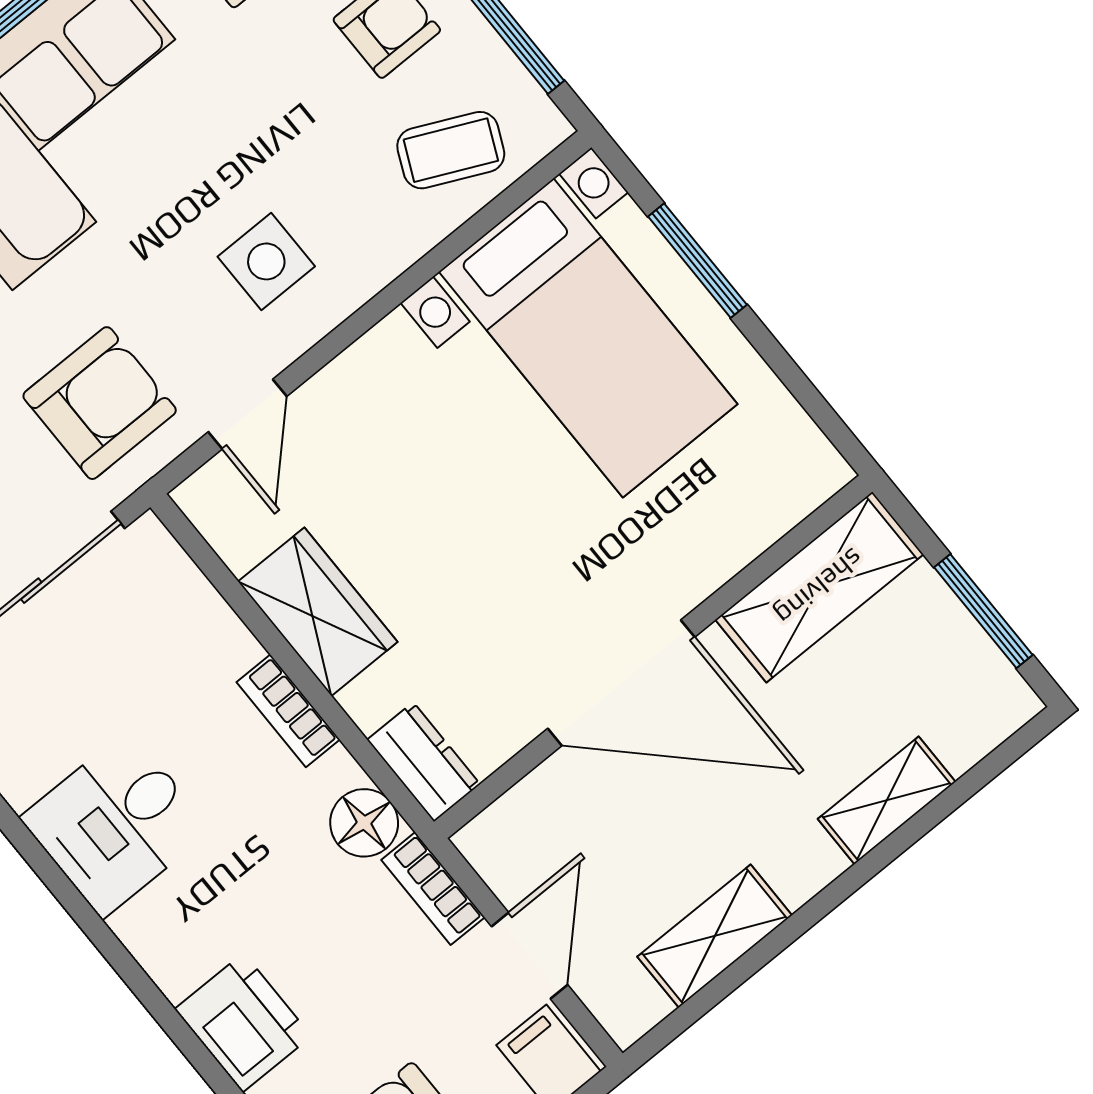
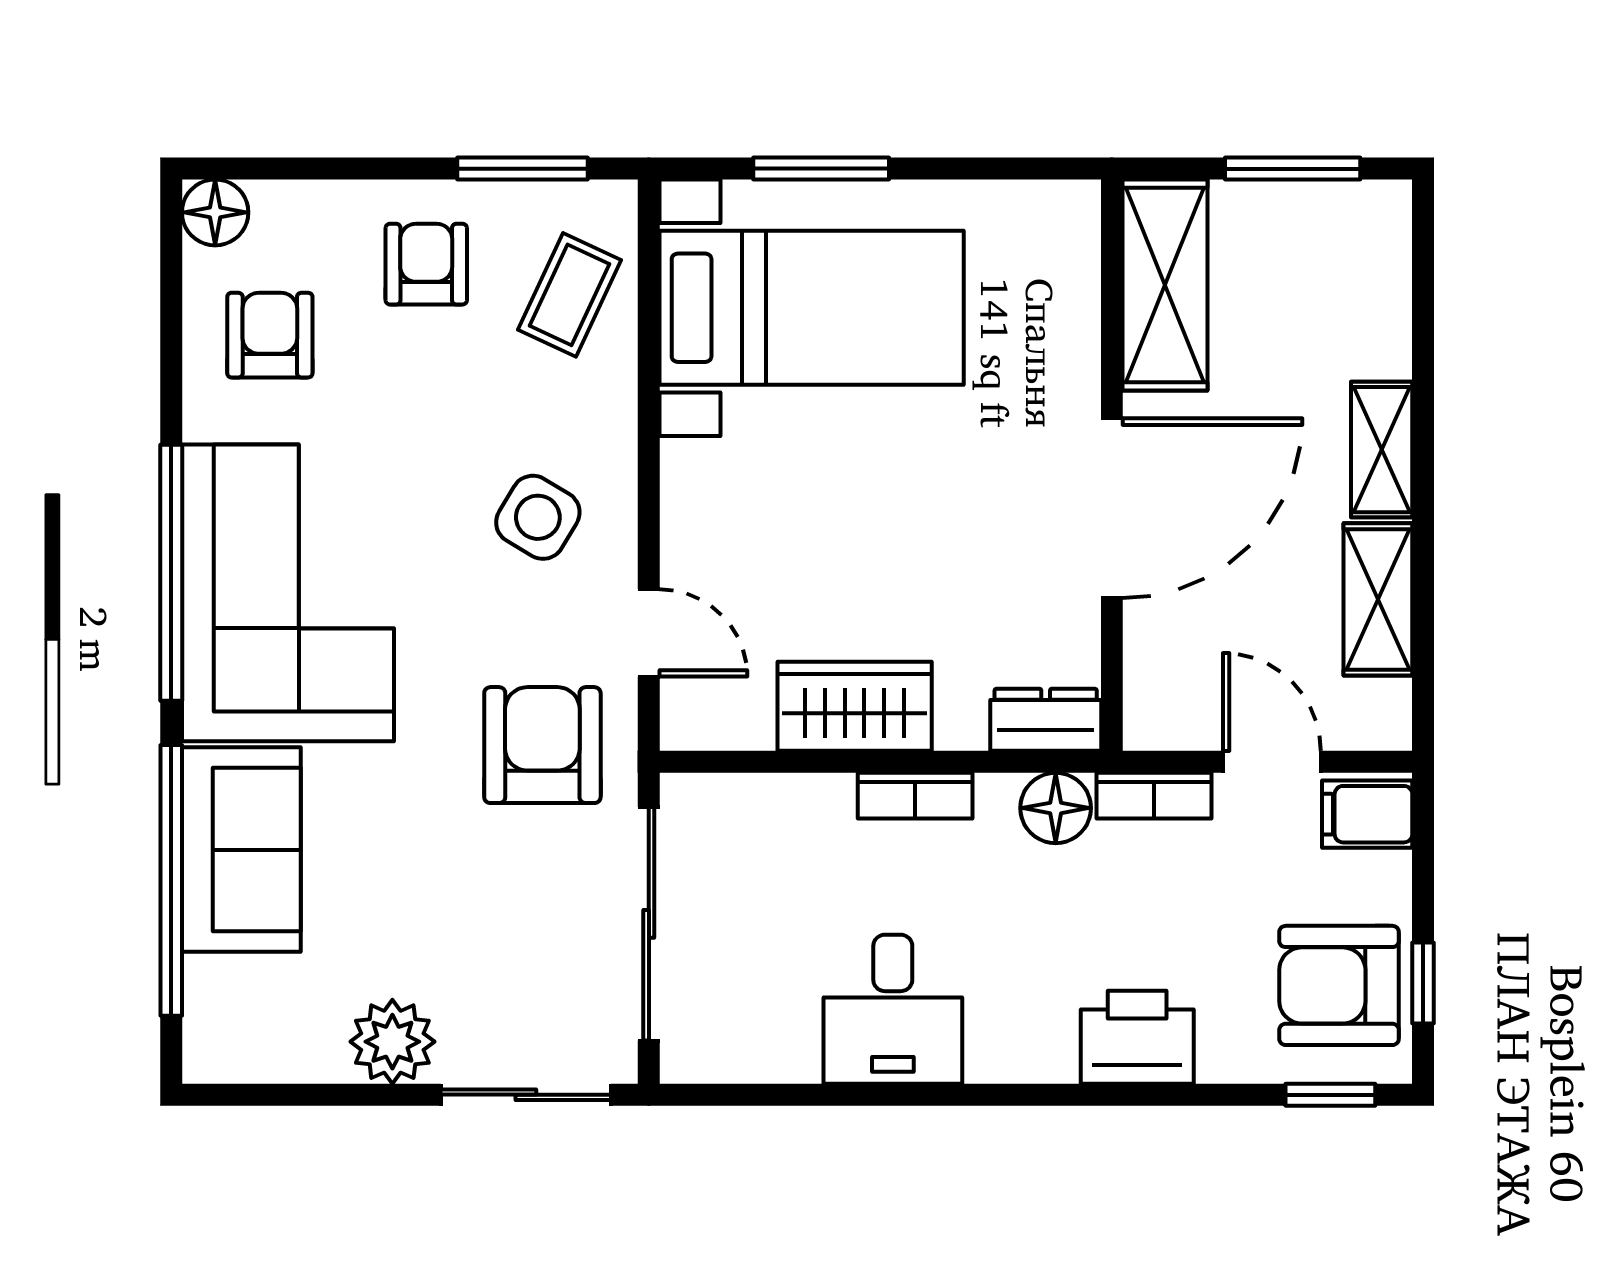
side table: (266, 261) -> (538, 517), turned 31
shelving: (887, 800) -> (1382, 450), moved

